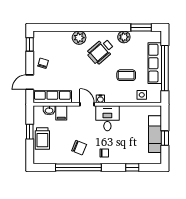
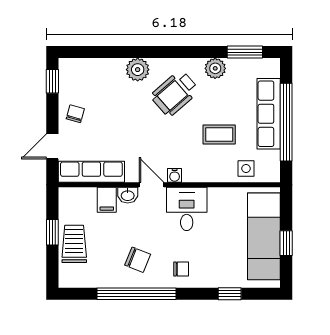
washbasin: (49, 110) -> (128, 195), moved
exam couch: (155, 134) -> (264, 236), width x1.36, depth x1.45
trolley: (42, 139) -> (74, 244), turned 180

